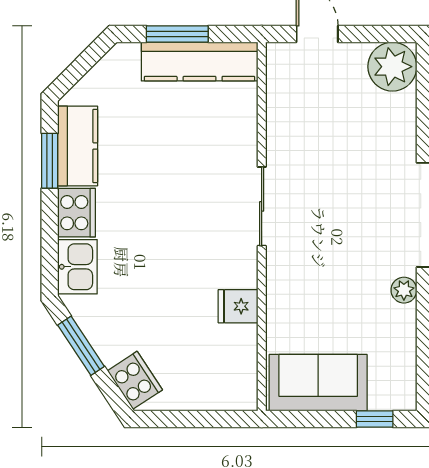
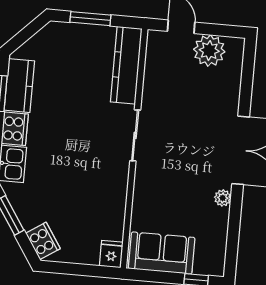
kitchen counter: (200, 62) -> (126, 65), moved, turned 90
plant: (392, 67) -> (209, 51), moved
fridge: (238, 306) -> (111, 254), moved, turned 90

